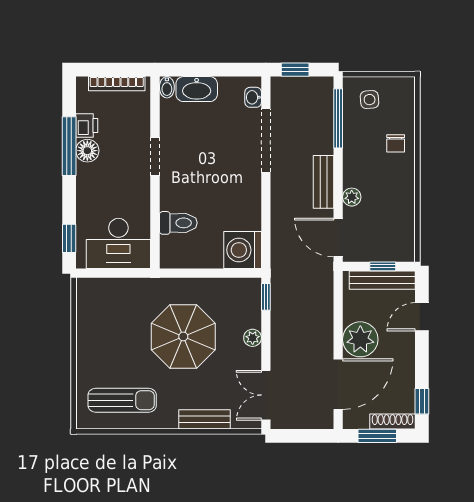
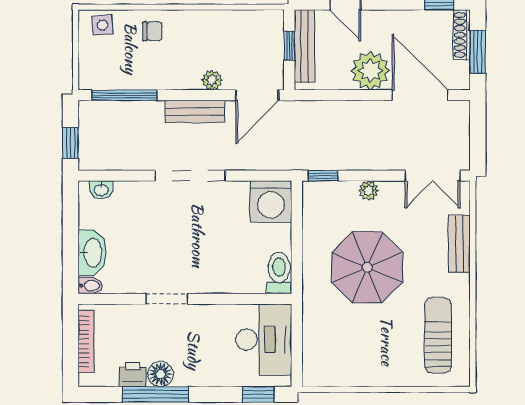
side table: (370, 100) -> (102, 25), moved
doorway: (266, 141) -> (190, 176), moved
toilet: (178, 223) -> (279, 273), moved

